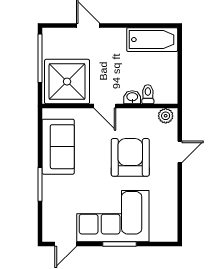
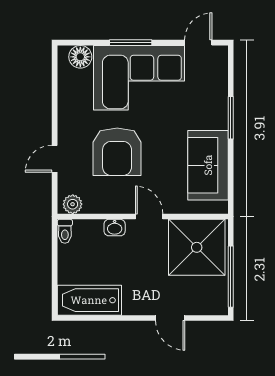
toilet: (148, 94) -> (65, 231), moved
floor lamp: (159, 233) -> (80, 57), added

